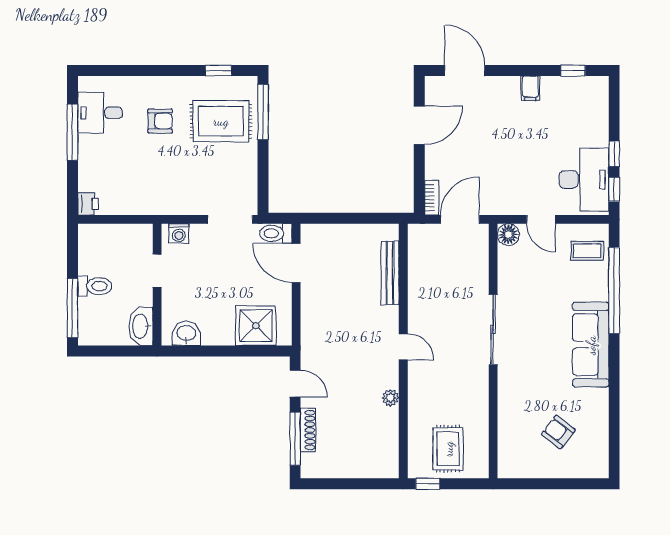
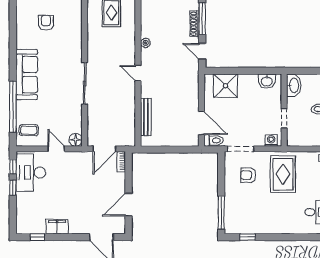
filing cabinet: (530, 88) -> (57, 227), width x2.00
armchair: (160, 121) -> (248, 175), moved
rug: (221, 121) -> (283, 174), moved, turned 90
armchair: (558, 432) -> (46, 23), turned -128

